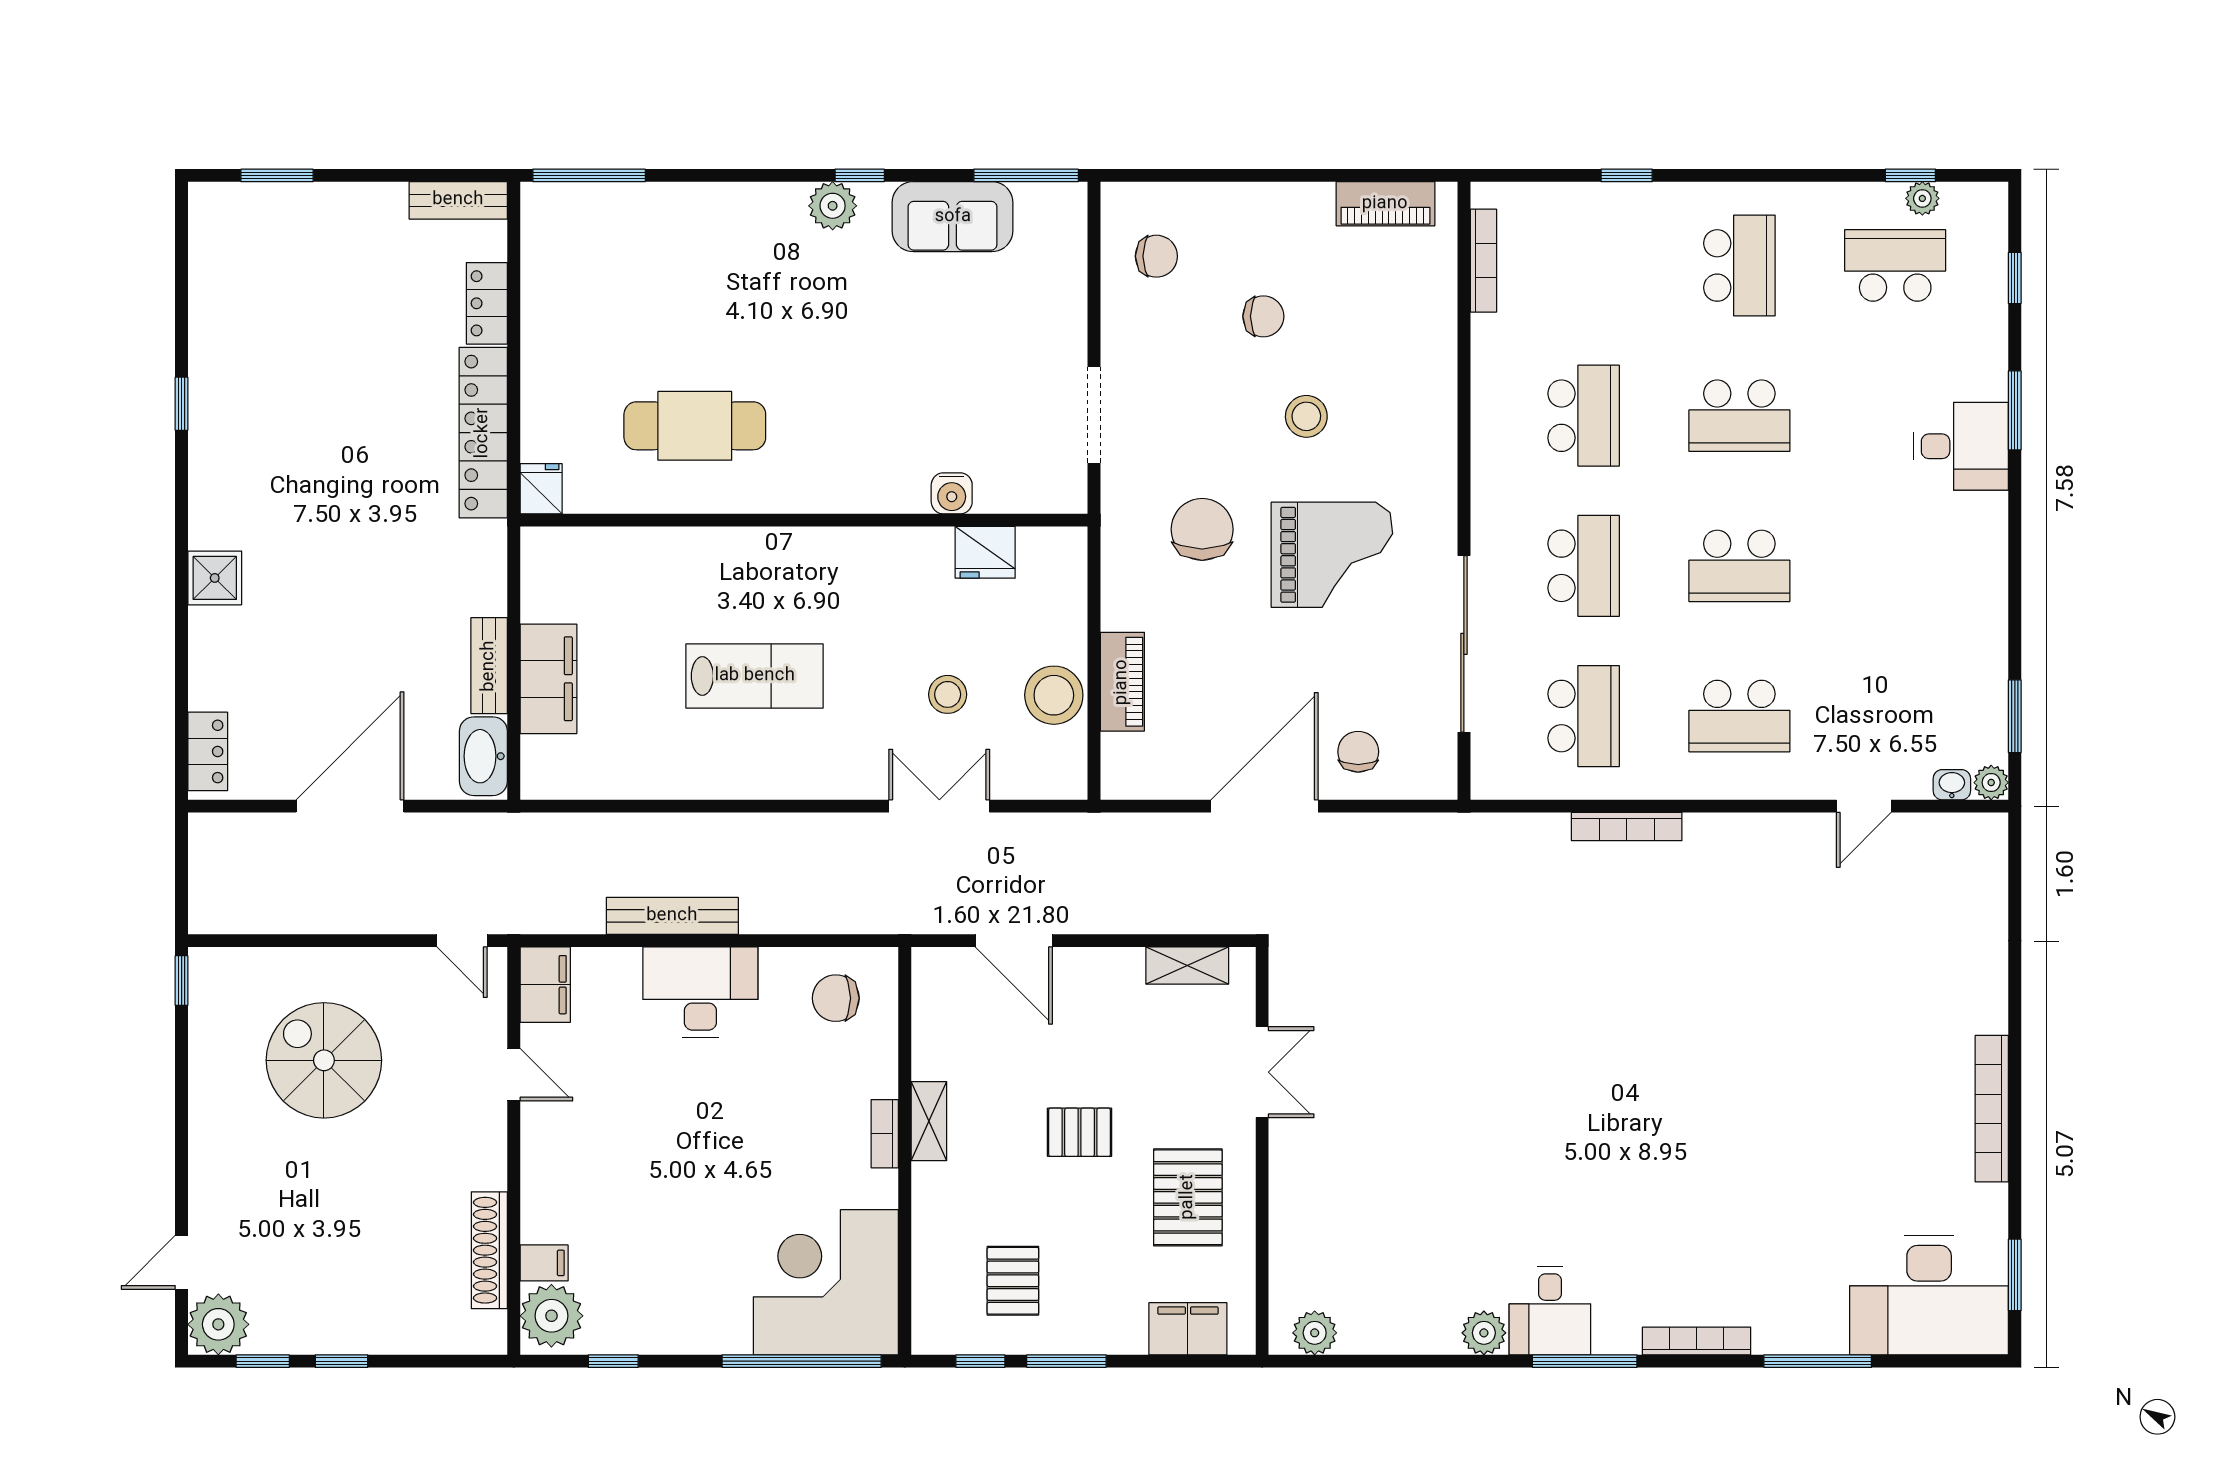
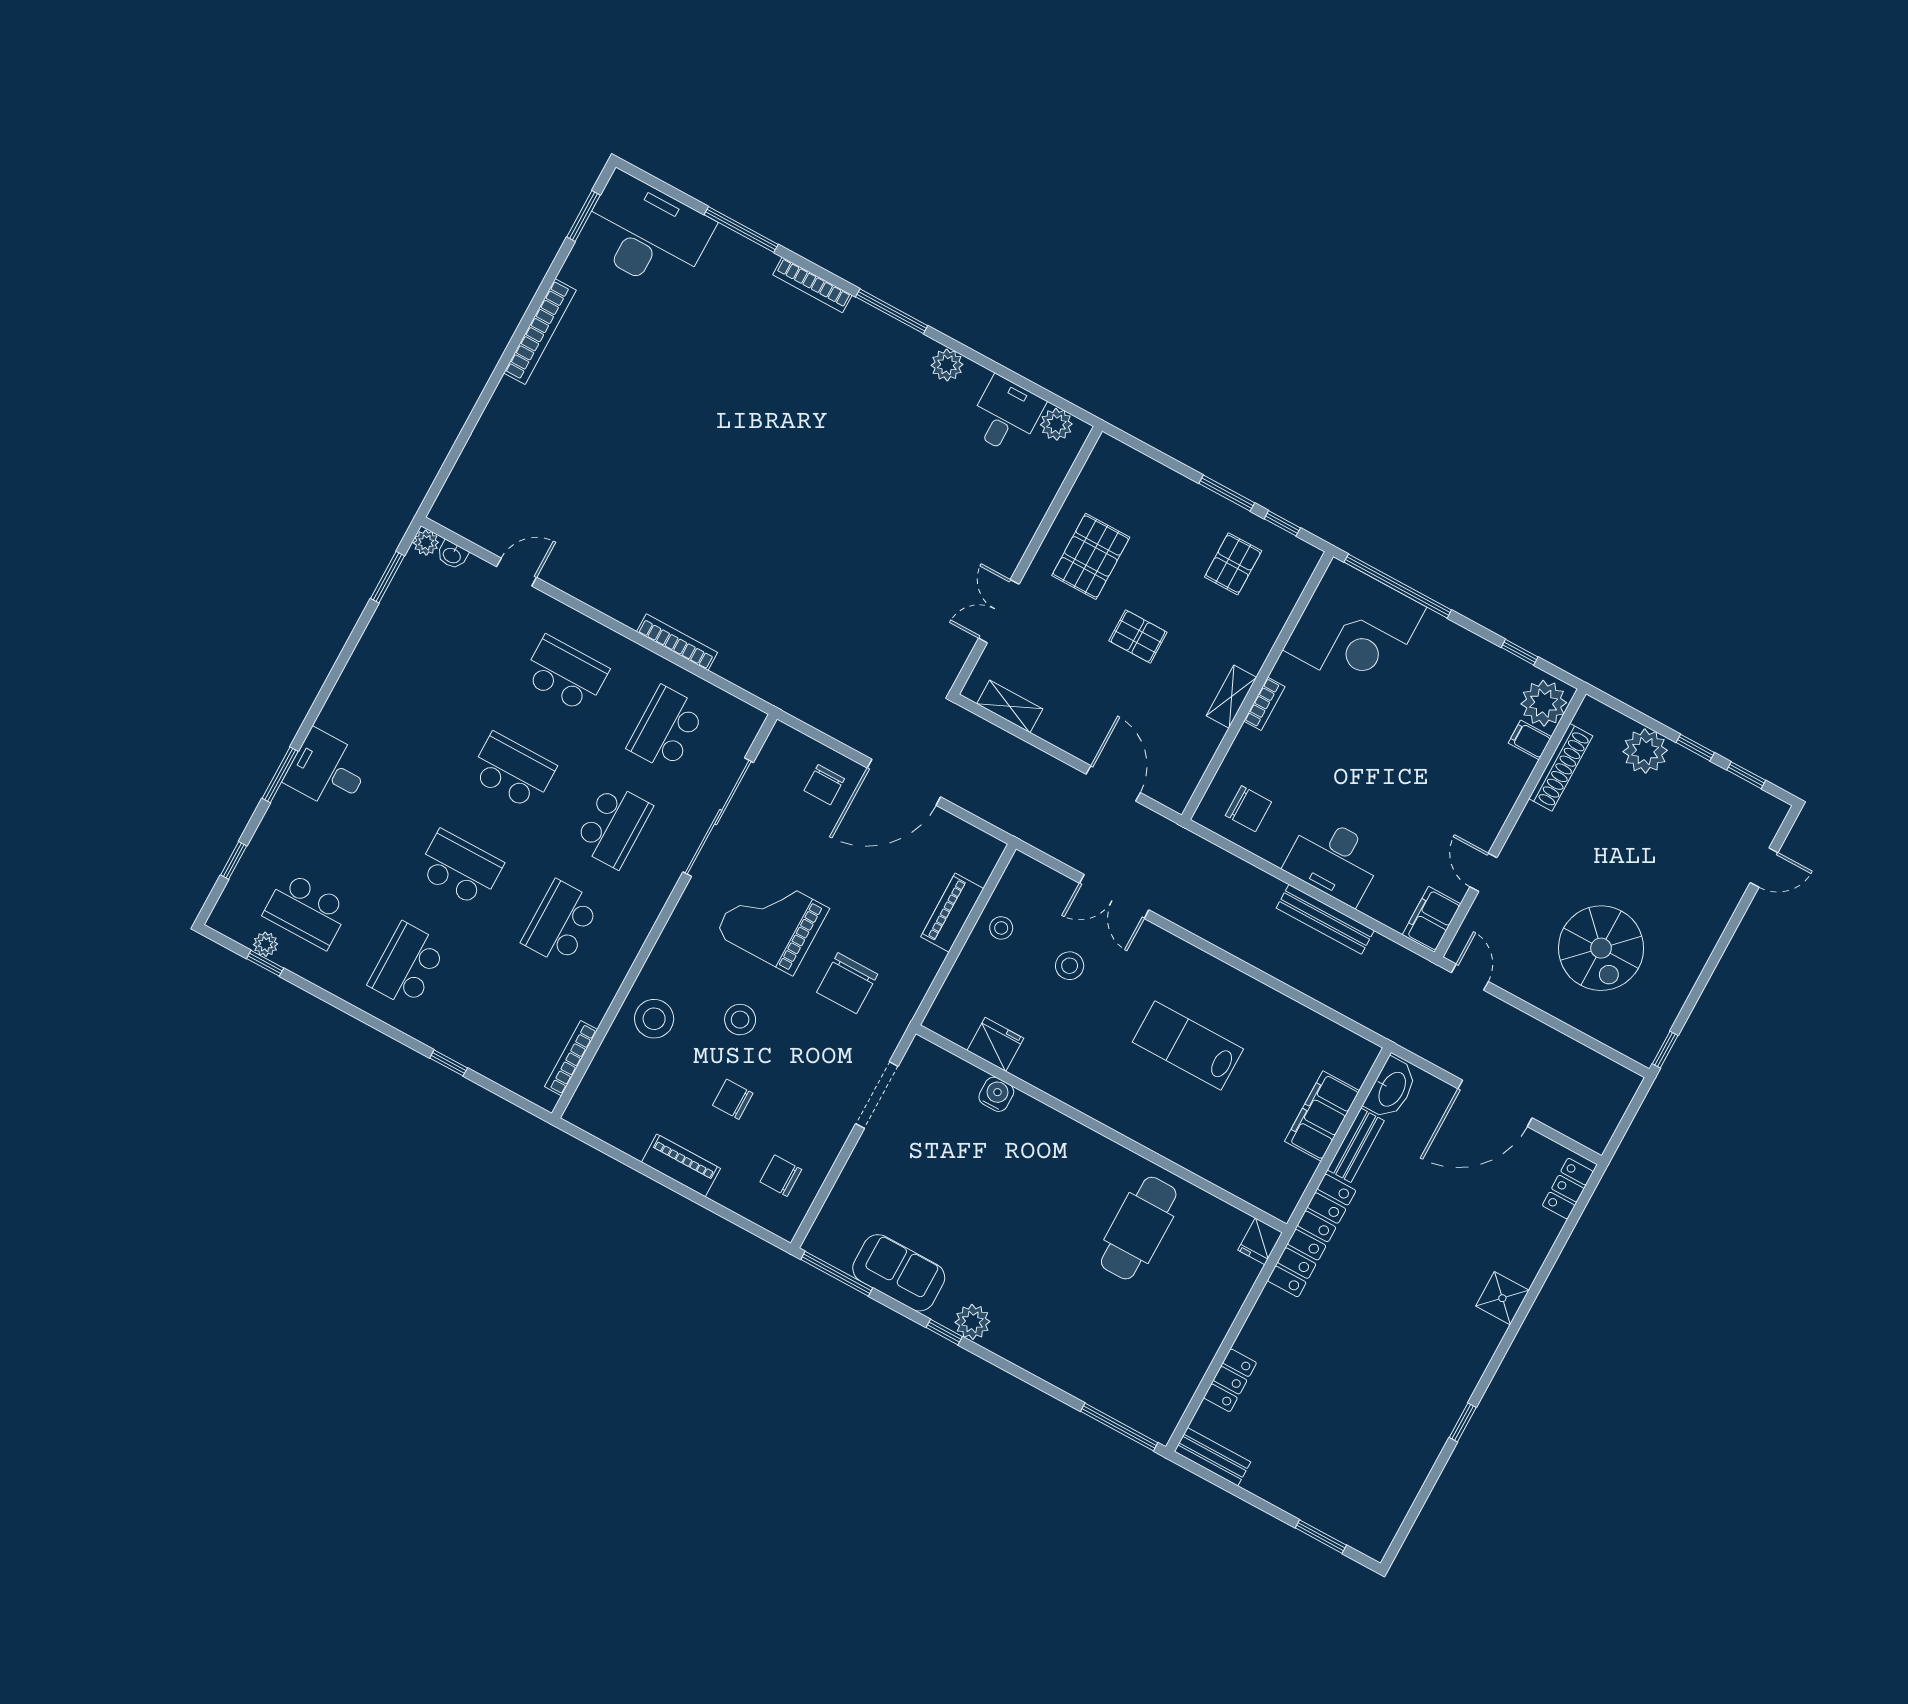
piano: (1385, 204) -> (681, 1165), moved
stool: (1410, 362) -> (654, 1019), added
cafe table: (695, 426) -> (1139, 1228), turned 90
locker: (483, 433) -> (1312, 1236), moved
school desk: (1584, 566) -> (613, 826), turned 180
stool: (1054, 695) -> (1001, 928), width x0.53, depth x0.53
desk: (1550, 1311) -> (1006, 415), moved
plant: (218, 1324) -> (1645, 751), moved
filing cabinet: (1188, 1329) -> (1137, 471), removed

